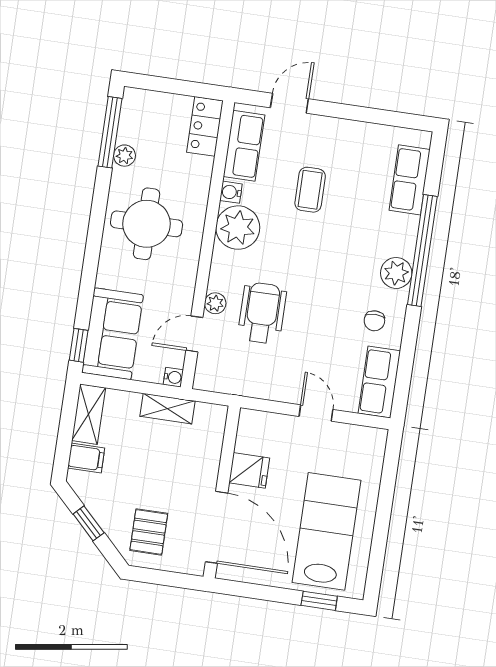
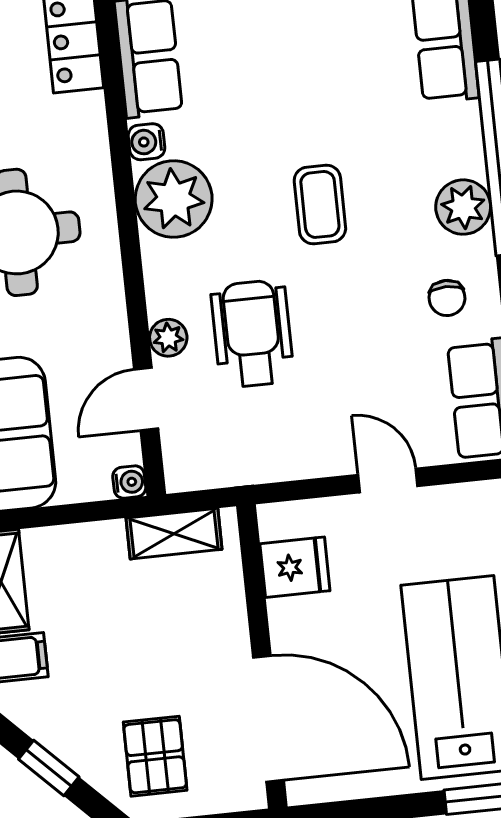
coffee table: (310, 190) -> (320, 204), moved
shelving: (167, 409) -> (174, 534), moved
fridge: (249, 470) -> (295, 567), moved

